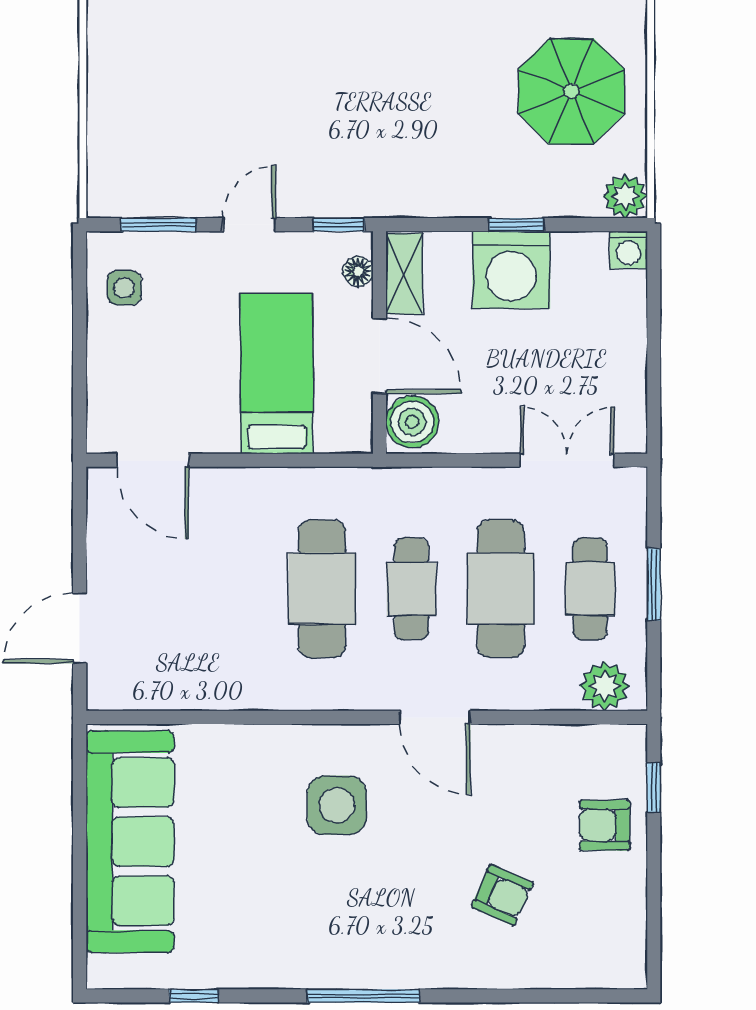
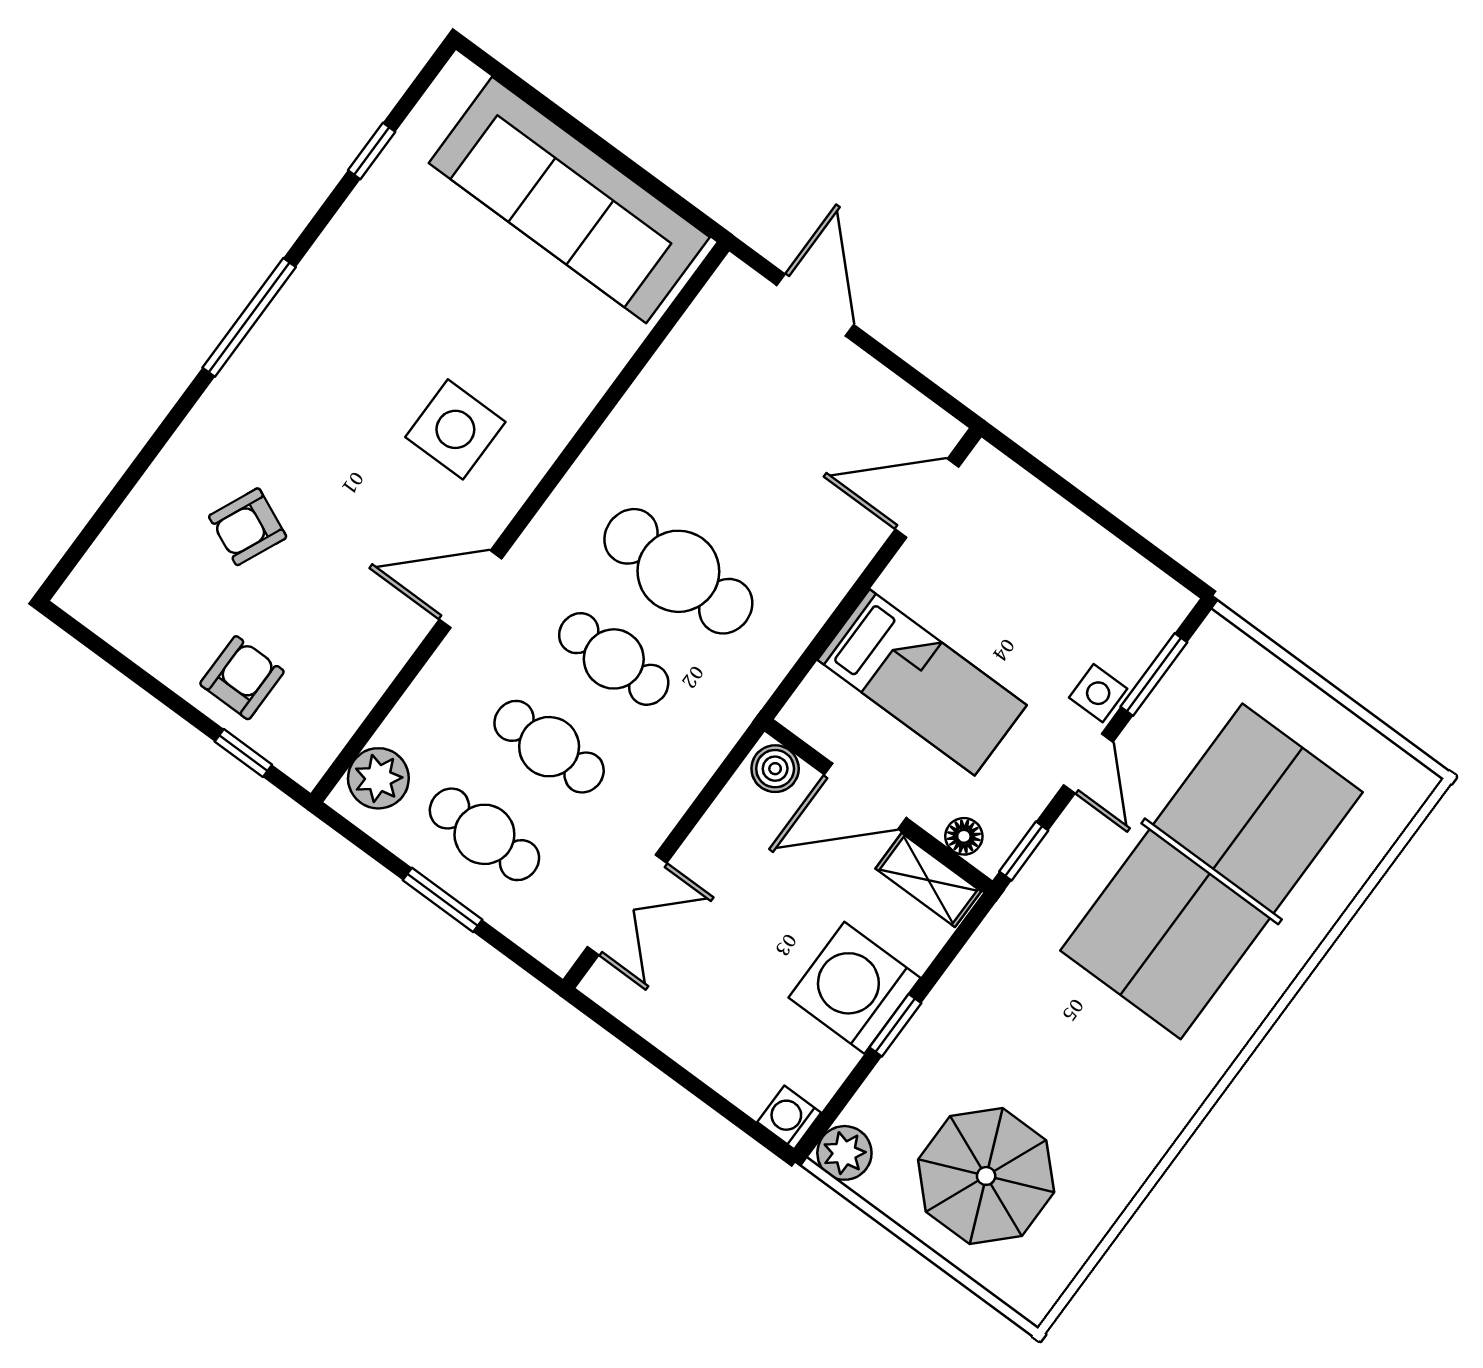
table tennis table: (261, 91) -> (1212, 871), added
side table: (124, 288) -> (1098, 693), moved
boiler: (412, 422) -> (775, 769), width x0.73, depth x0.73
cafe table: (501, 589) -> (549, 747), width x0.73, depth x0.74

